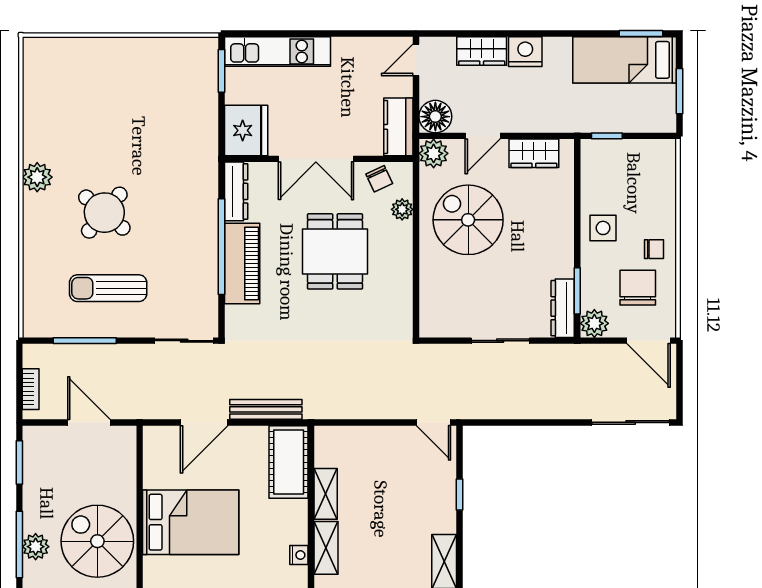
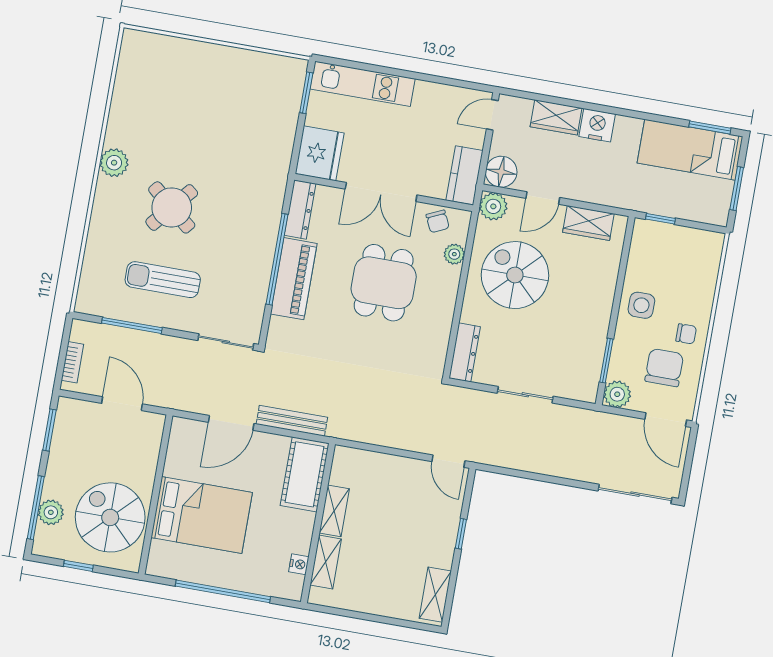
dresser: (563, 308) -> (465, 352), moved, turned 180

